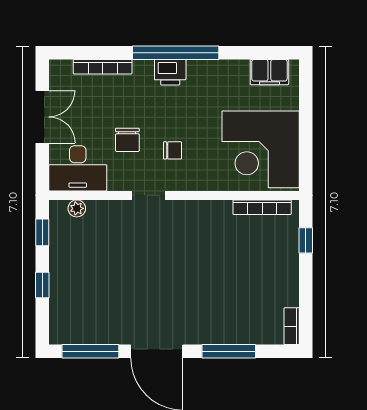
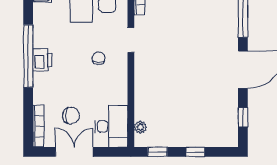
bookcase: (103, 67) -> (38, 126), moved
chair: (127, 140) -> (71, 116), moved
doorway: (149, 195) -> (131, 40), moved
window: (90, 351) -> (243, 117), width x0.46

